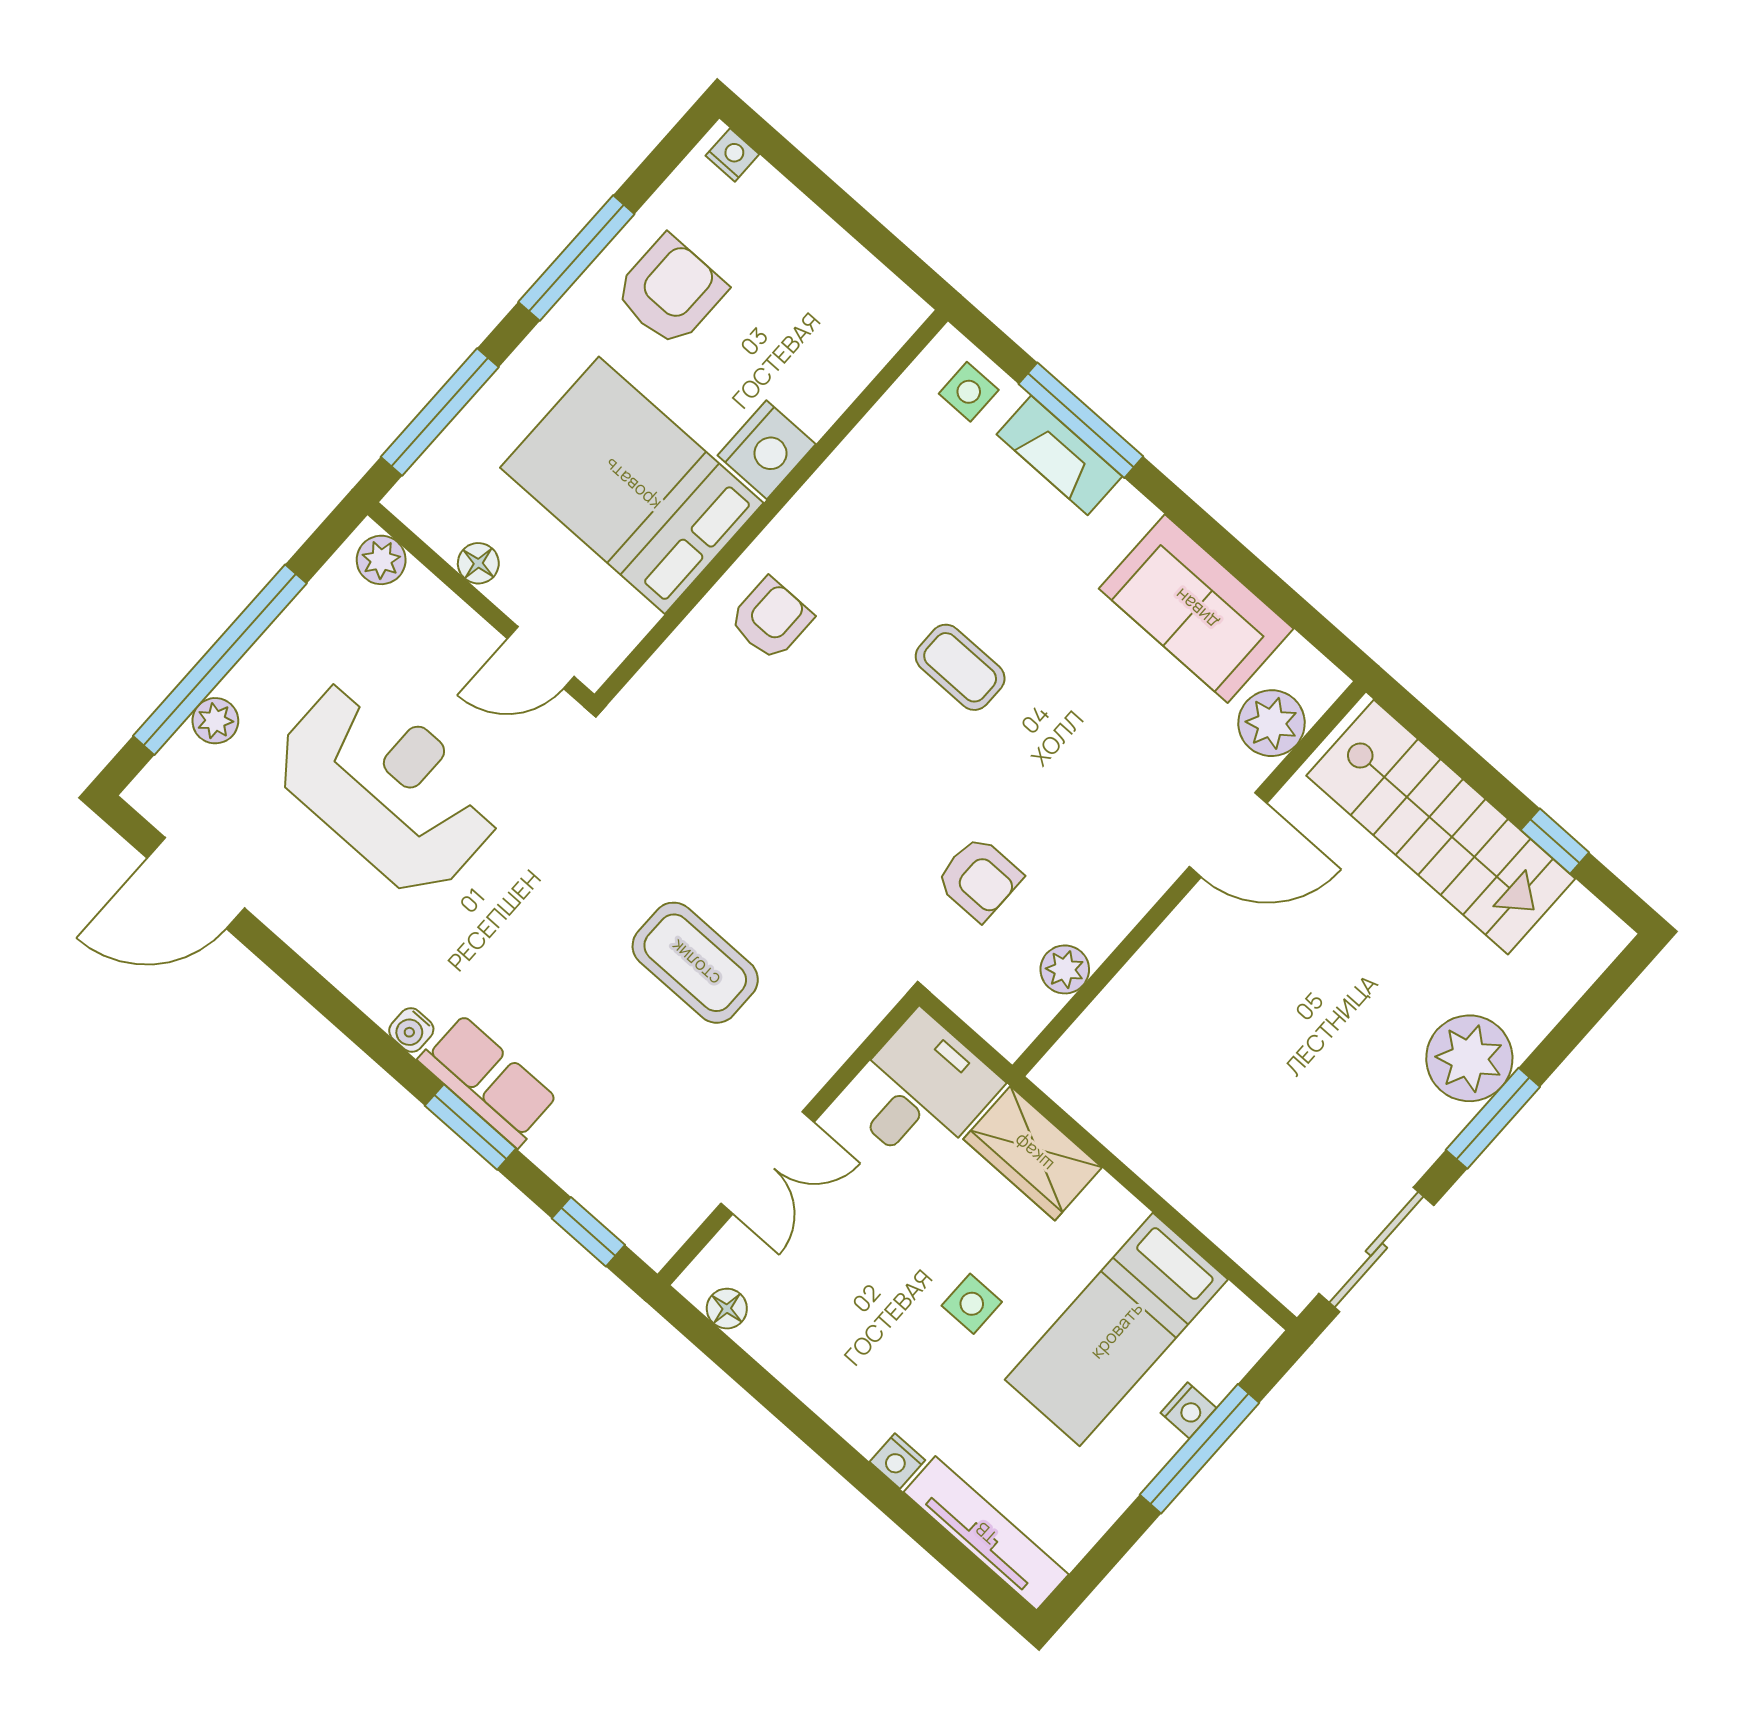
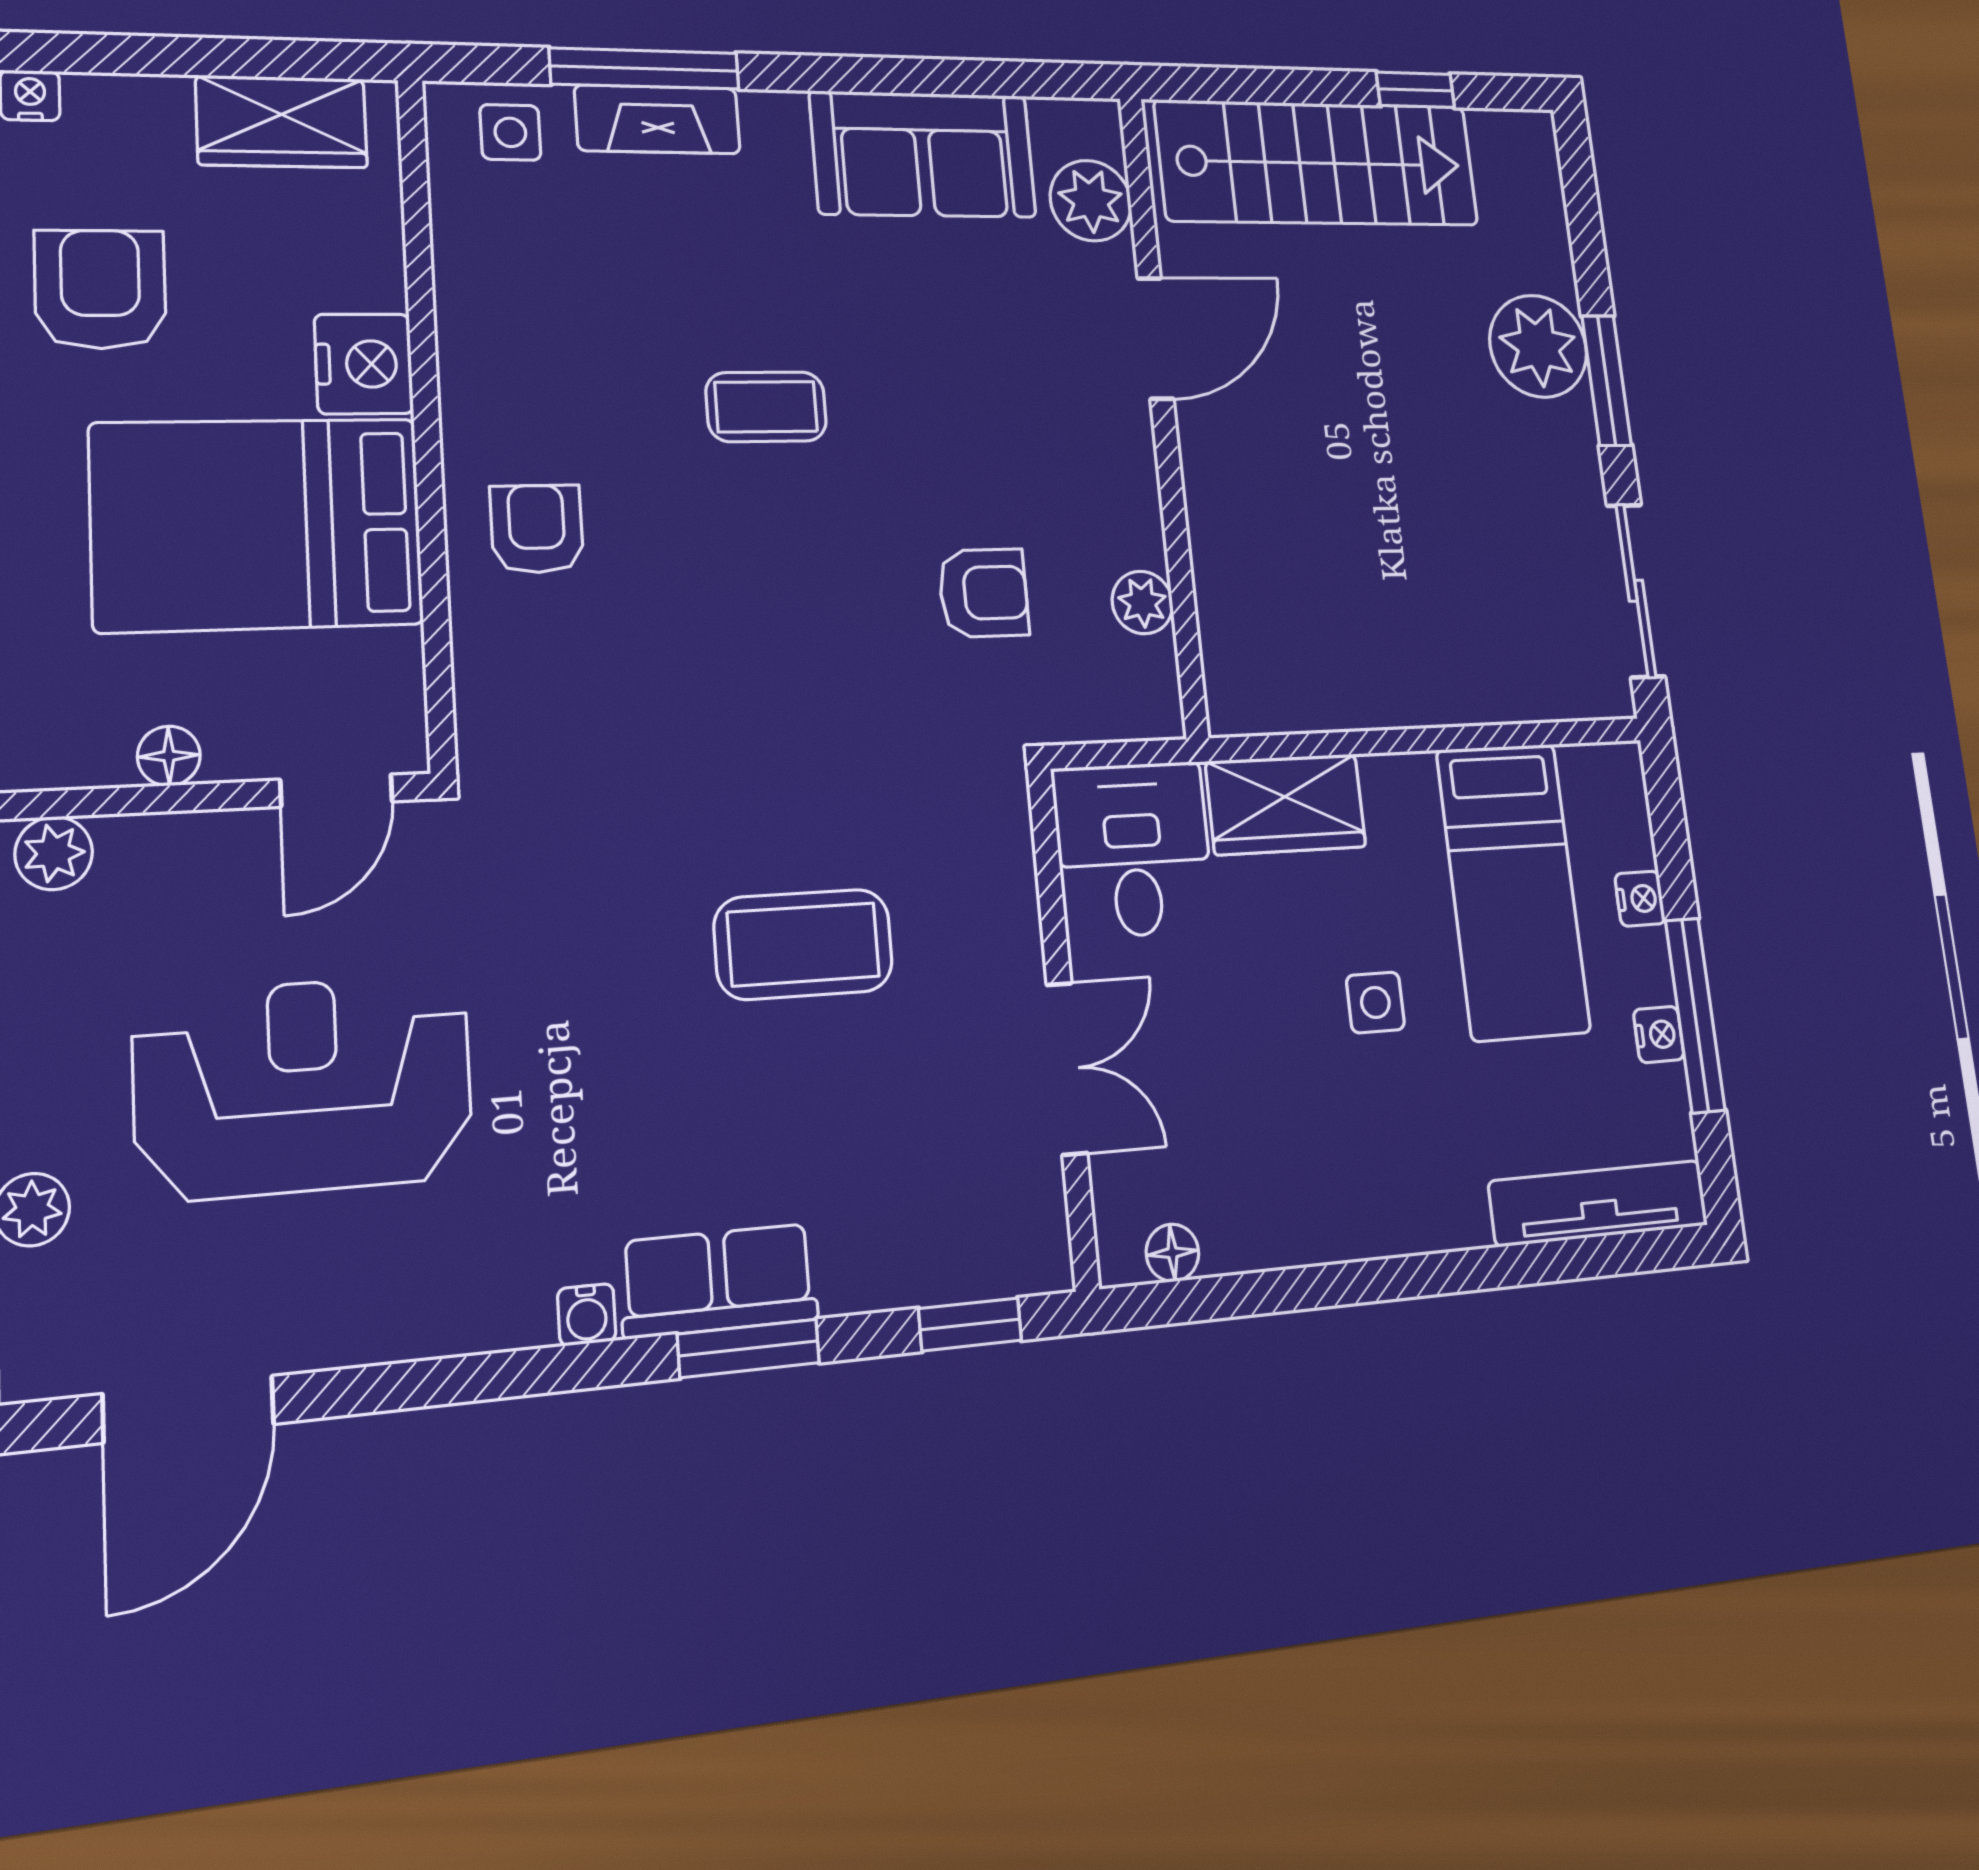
wardrobe: (850, 280) -> (282, 122), added
window: (1200, 1449) -> (1695, 1015), moved
nightstand: (897, 1461) -> (1659, 1034), moved, turned -90

